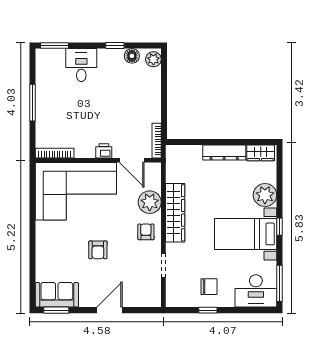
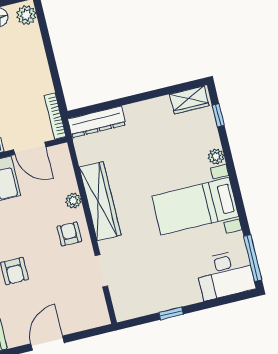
dresser: (224, 153) -> (97, 122), moved
plant: (265, 195) -> (216, 157), width x0.53, depth x0.53
plant: (150, 202) -> (73, 201), width x0.53, depth x0.53
window: (280, 227) -> (218, 115), moved
chair: (209, 287) -> (165, 284), removed

